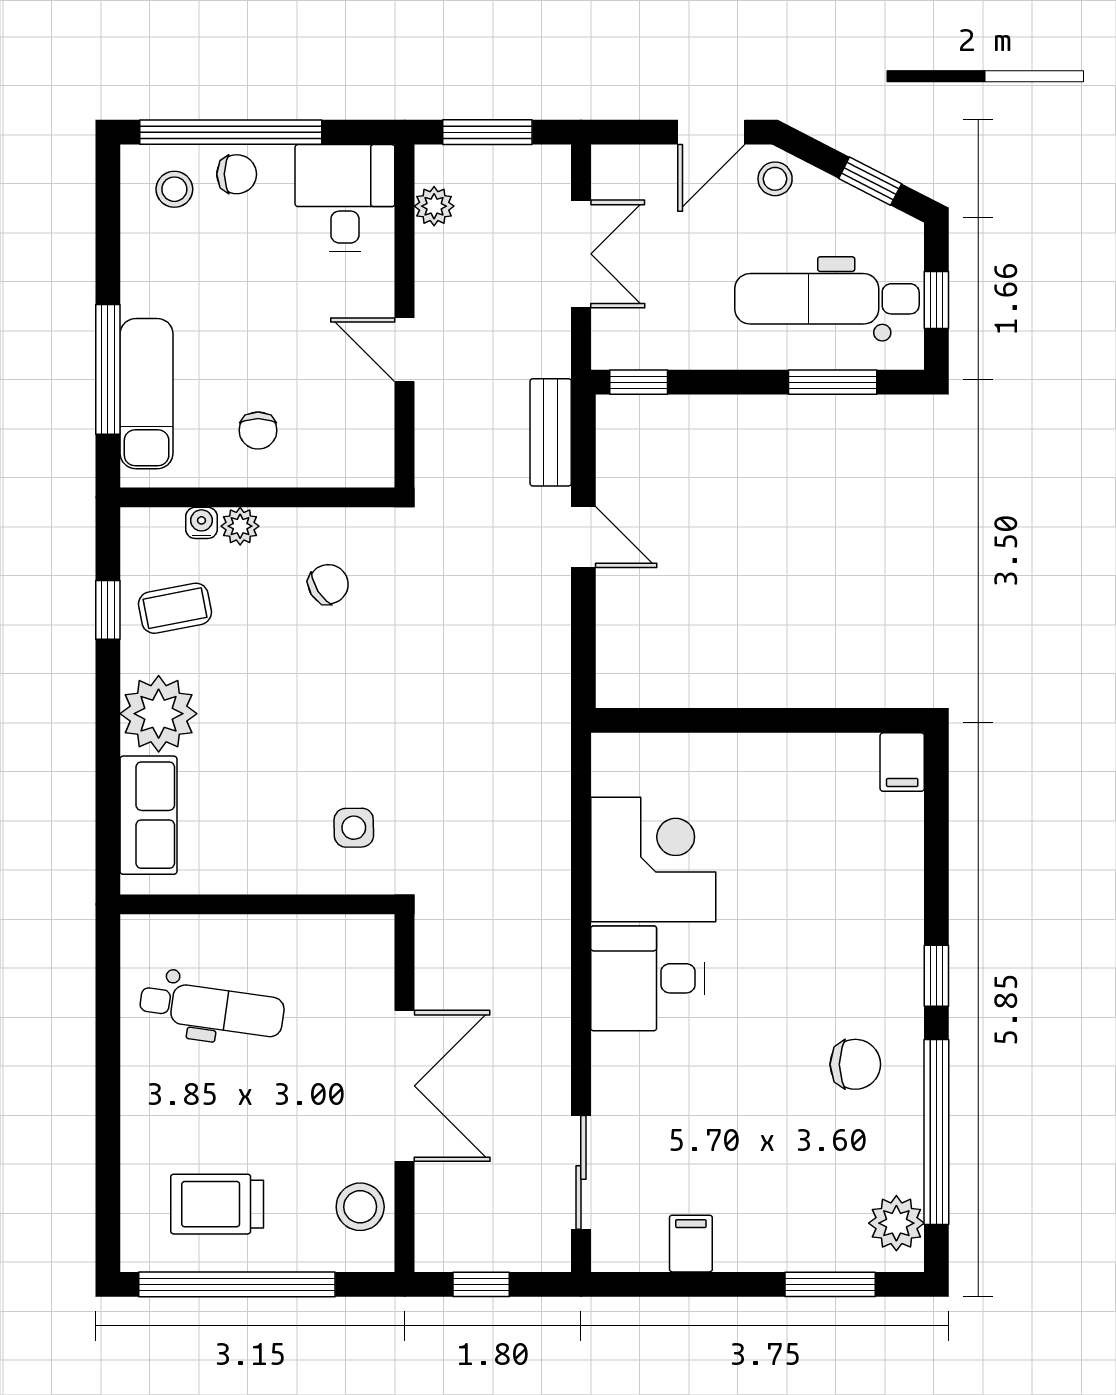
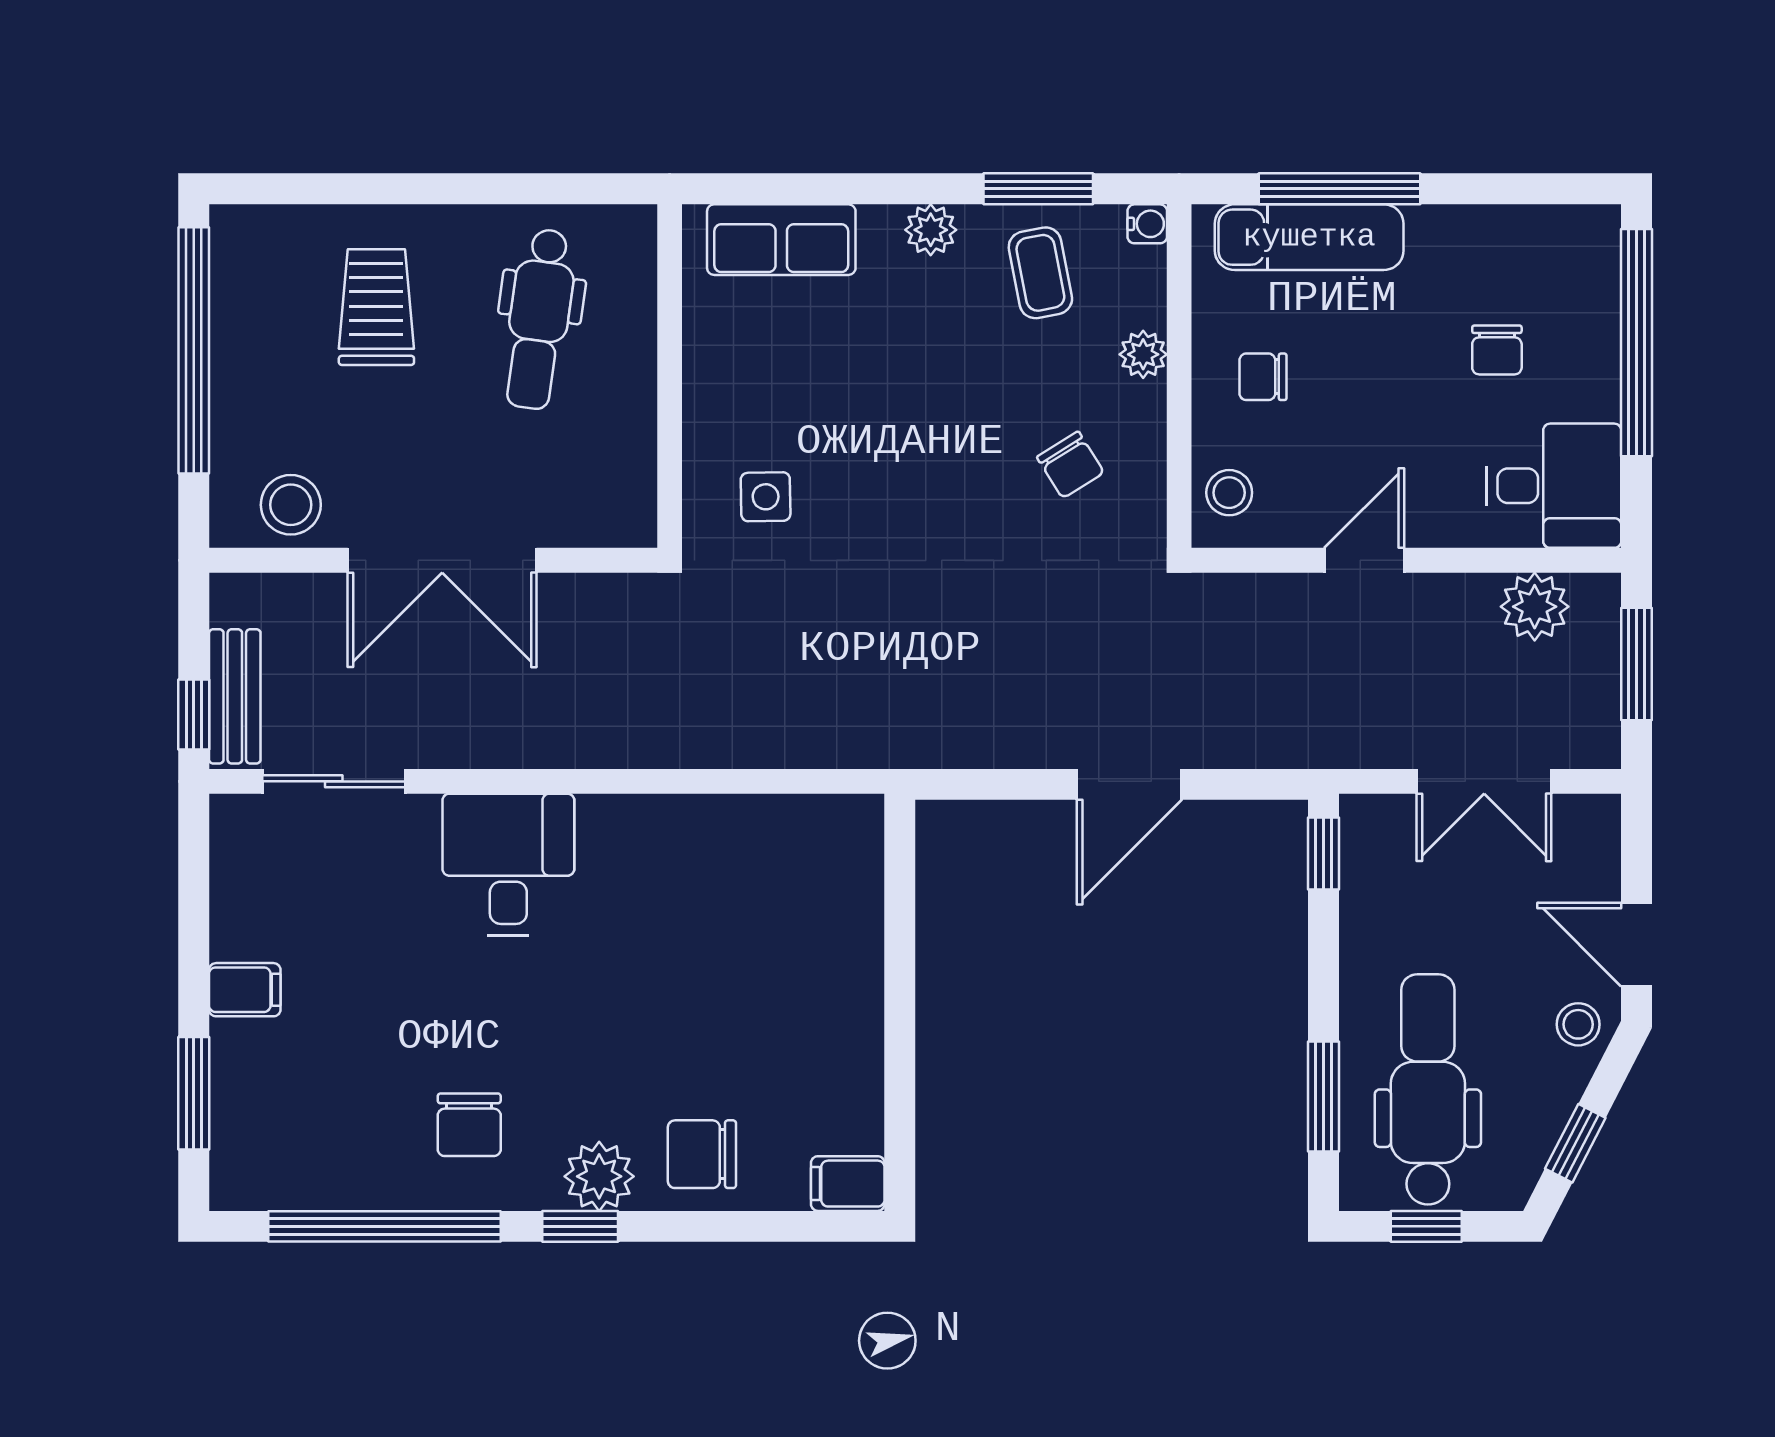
chair: (237, 174) -> (1497, 350), moved
stool: (174, 189) -> (1229, 493), moved
plant: (434, 206) -> (1535, 607), width x1.38, depth x1.38
bench: (551, 432) -> (235, 696), moved, turned 90
water cooler: (202, 523) -> (1147, 224), moved
door: (583, 537) -> (1129, 784), width x1.38
window: (108, 610) -> (1038, 189), width x1.50
plant: (159, 714) -> (931, 230), width x0.53, depth x0.53
corner desk: (653, 859) -> (726, 872), removed
chair: (879, 878) -> (702, 1154), added
desk: (647, 978) -> (508, 864), moved
trolley: (217, 1204) -> (376, 307), moved
plant: (896, 1223) -> (599, 1176), moved
filing cabinet: (691, 1244) -> (245, 990), moved
window: (481, 1284) -> (194, 714), moved

